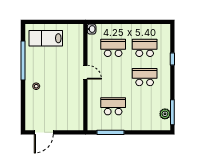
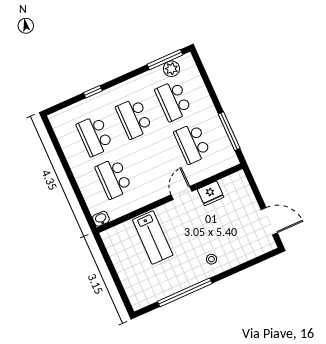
lab bench: (46, 38) -> (153, 237), moved
door: (85, 72) -> (181, 193), moved
fridge: (77, 104) -> (211, 193), added
school desk: (145, 106) -> (173, 101), added

